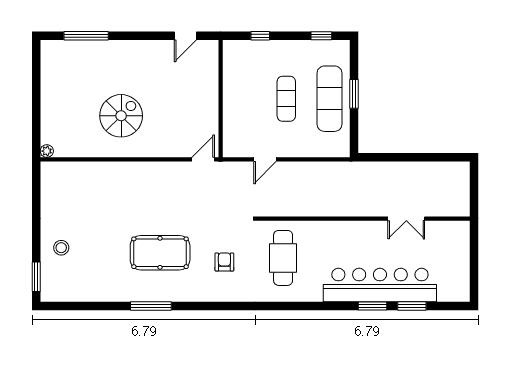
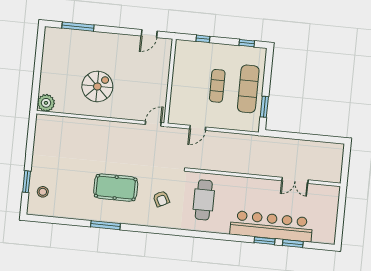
window: (354, 94) -> (264, 107), moved
plant: (47, 151) -> (46, 103), width x1.87, depth x1.87
stool: (61, 248) -> (43, 192), moved
armchair: (224, 262) -> (161, 199), turned 153
window: (36, 277) -> (27, 182), moved

